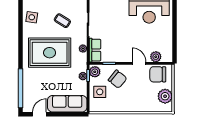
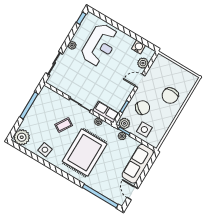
water cooler: (167, 45) -> (138, 47), added
chair: (158, 74) -> (170, 96), moved
plant: (165, 96) -> (182, 75), removed

